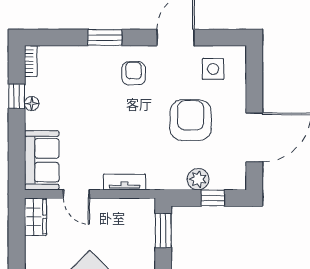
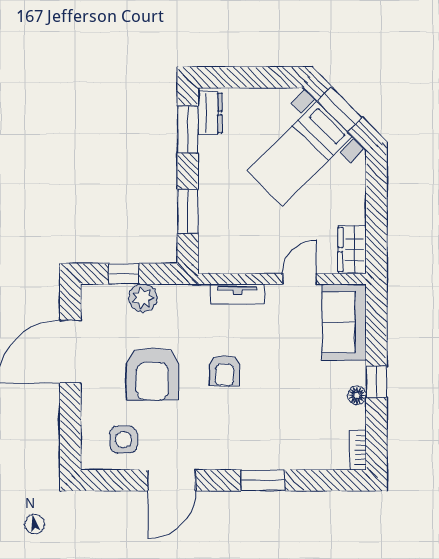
armchair: (134, 73) -> (224, 371), moved
window: (17, 96) -> (376, 382), moved
door: (77, 194) -> (299, 279), hinge flipped
window: (163, 231) -> (188, 211), moved

